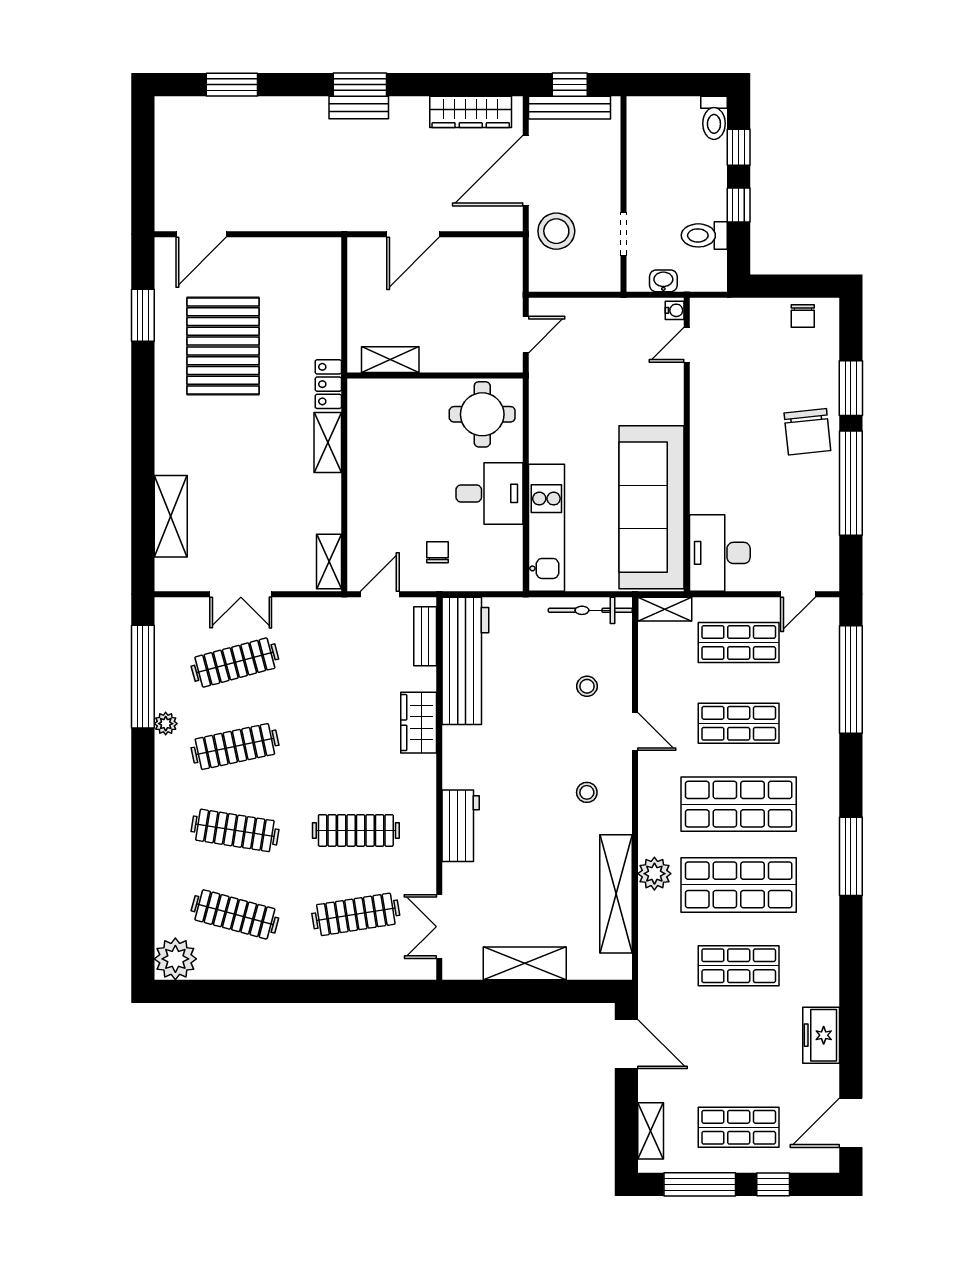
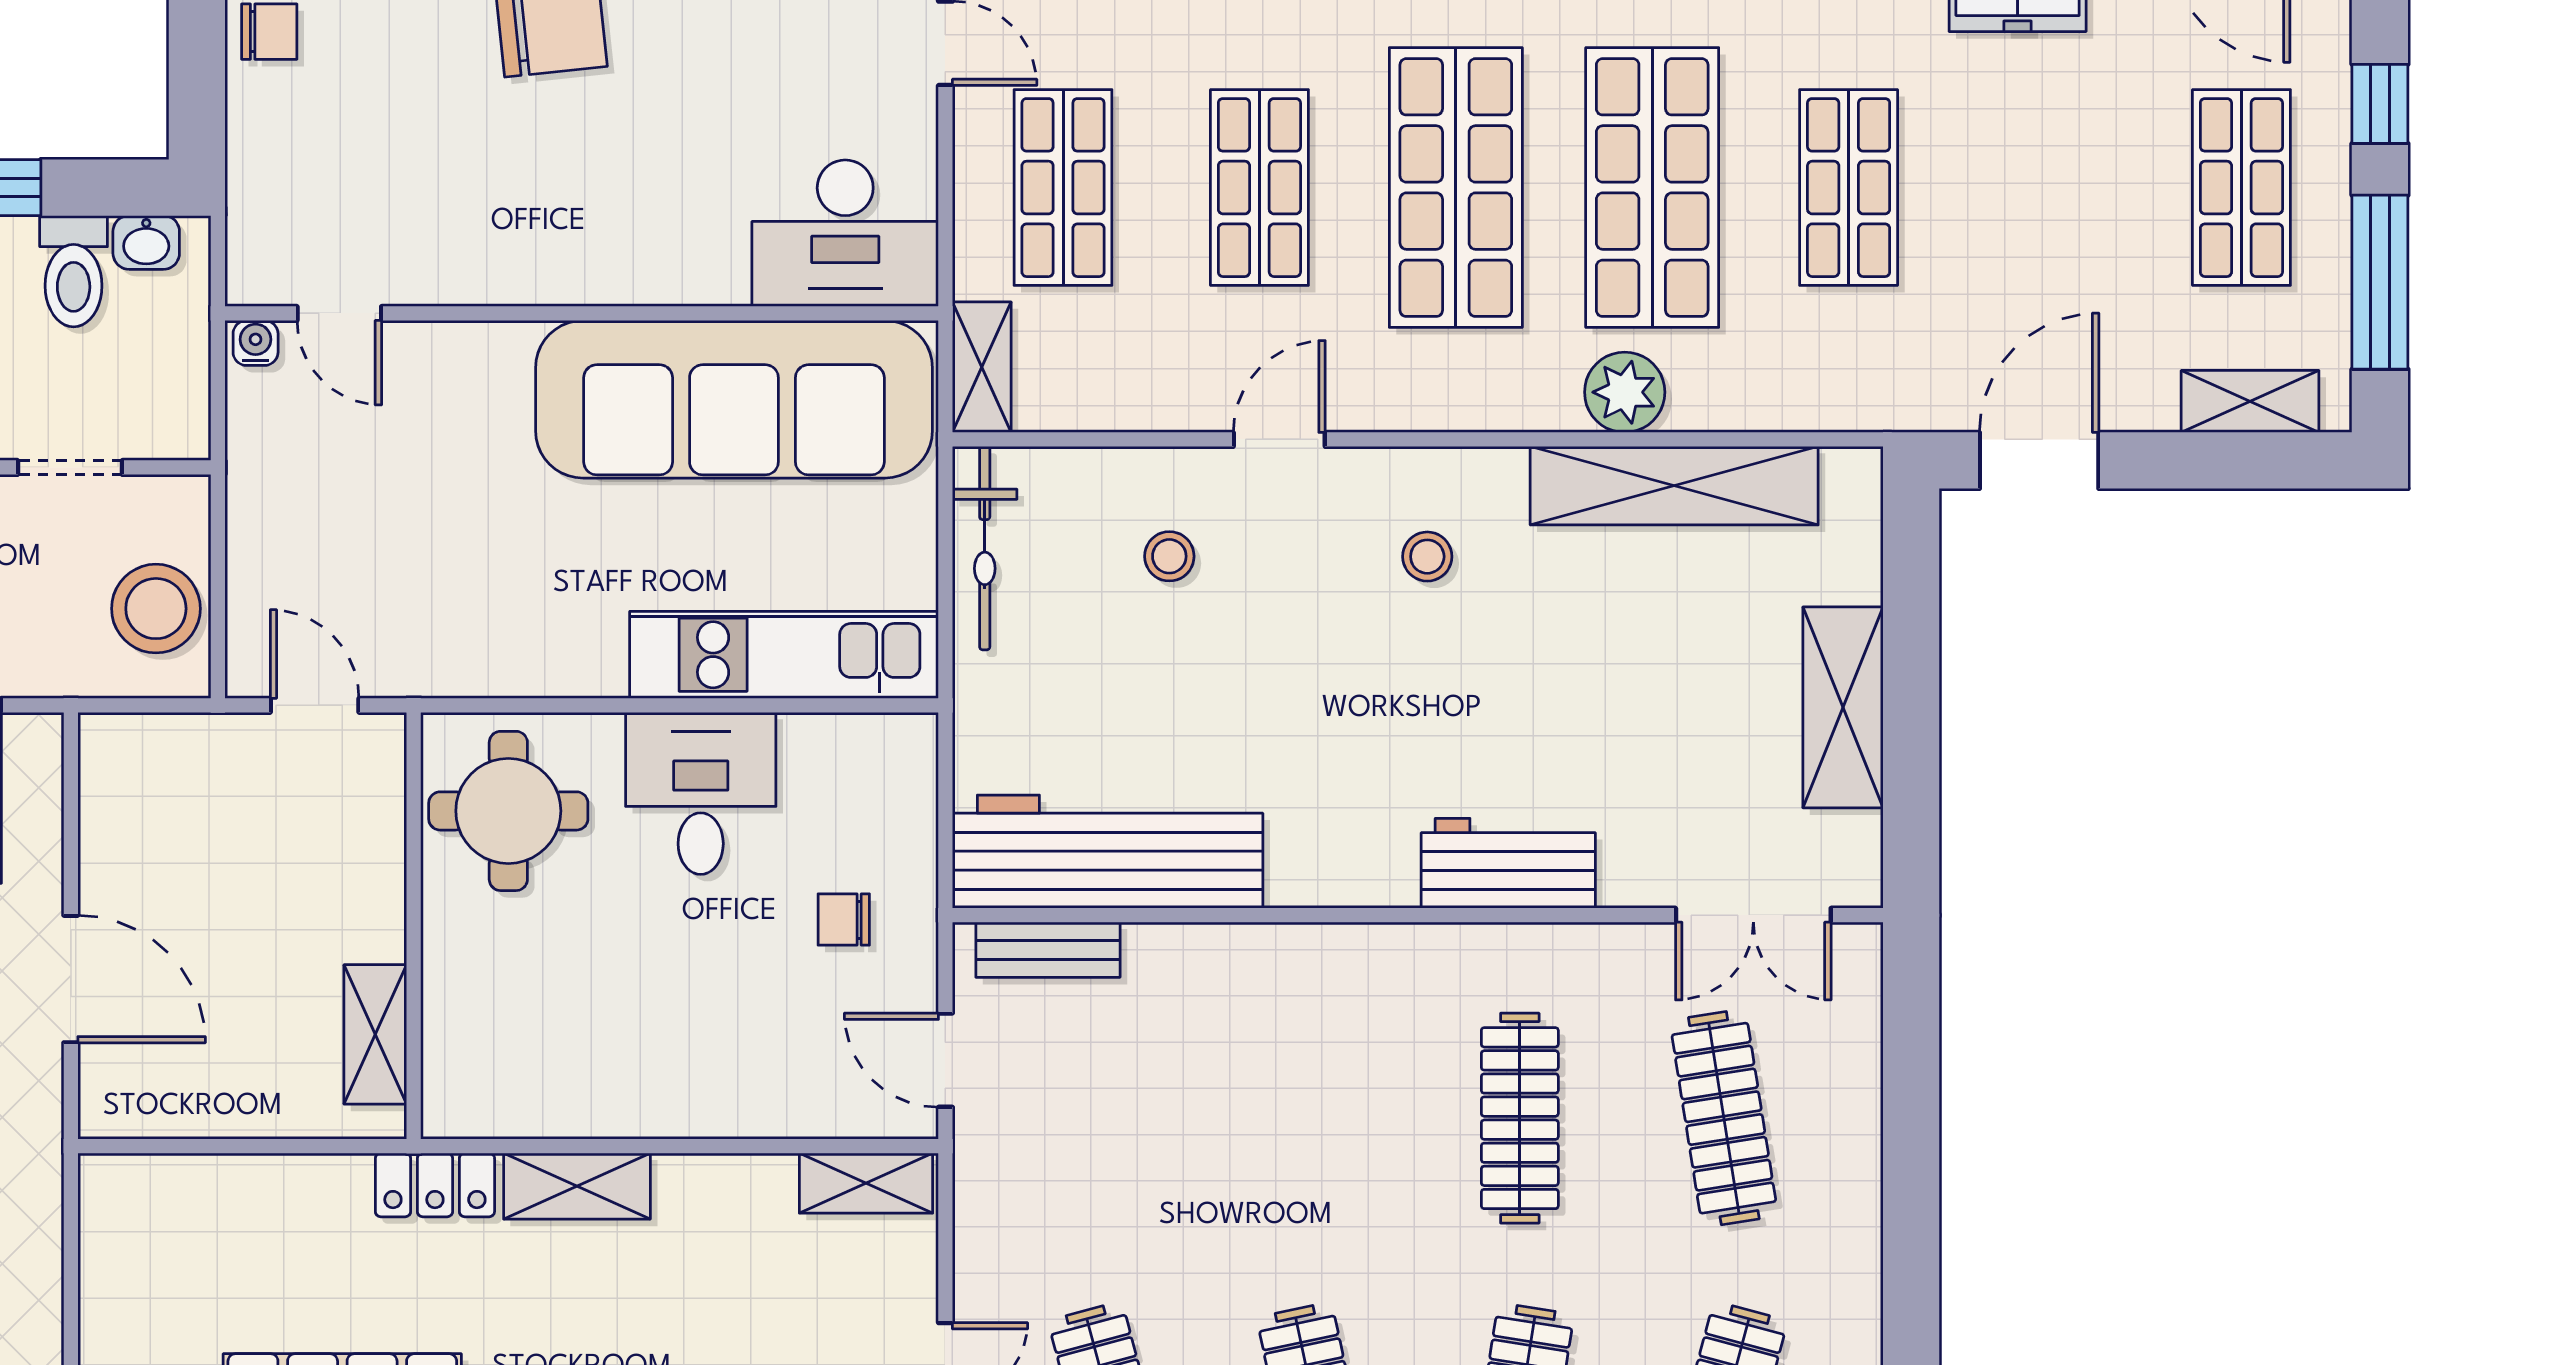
stool: (556, 231) -> (156, 609), moved
washbasin: (663, 281) -> (146, 242), moved, turned -90
wardrobe: (419, 723) -> (1258, 965), removed

